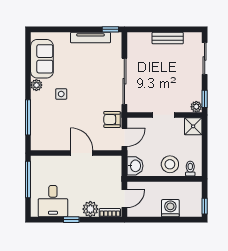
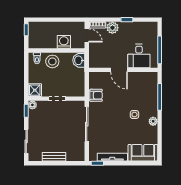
sofa: (42, 59) -> (143, 153), moved, turned 90
door: (124, 137) -> (87, 82), removed
door: (124, 199) -> (87, 35), swing flipped
desk: (53, 201) -> (139, 56), moved, turned 180
washing machine: (170, 208) -> (64, 42), moved, turned 180

